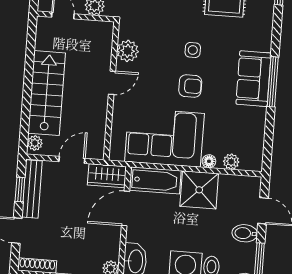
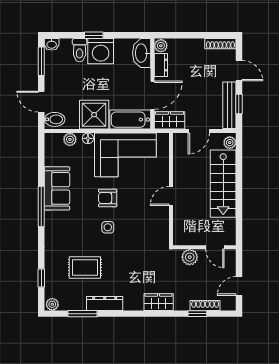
plant: (128, 51) -> (160, 223), removed
sofa: (253, 79) -> (57, 188), moved
bidet: (245, 233) -> (55, 119), moved
dresser: (112, 245) -> (161, 65), added

